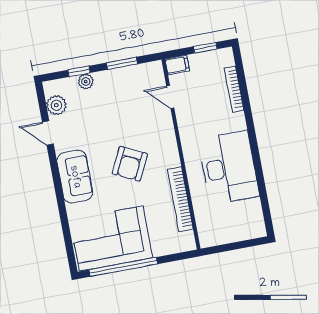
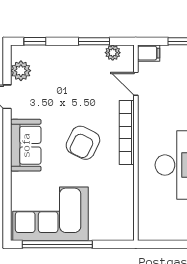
window: (79, 71) -> (35, 41), moved
plant: (86, 81) -> (113, 53), moved
bookcase: (180, 199) -> (127, 132), moved

